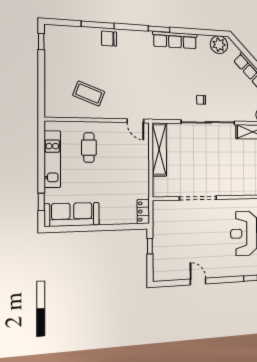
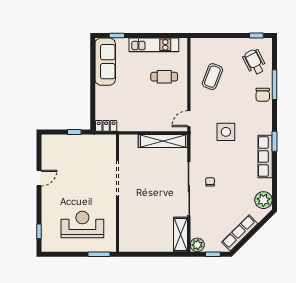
chair: (109, 39) -> (263, 95), turned 180
wheelchair: (72, 46) -> (254, 62), added
side table: (149, 81) -> (226, 132), added

